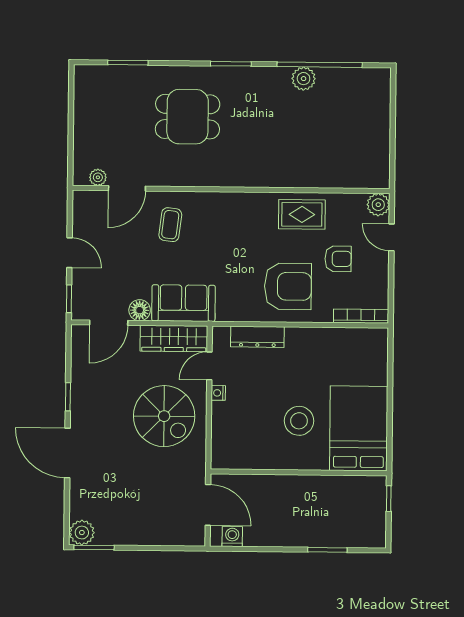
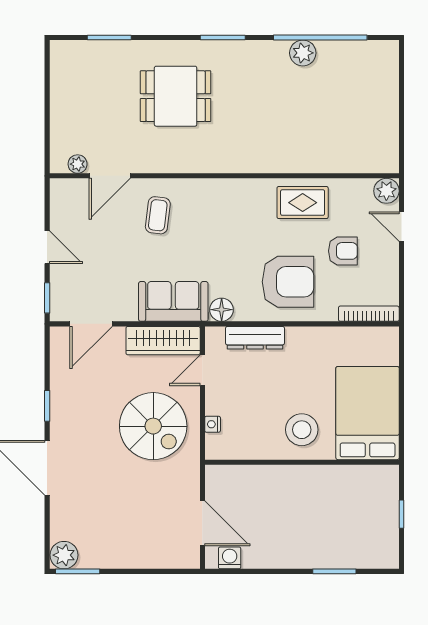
floor lamp: (140, 310) -> (222, 310), moved
nightstand: (218, 393) -> (213, 424), moved
bed: (359, 428) -> (368, 413), moved
wall: (299, 472) -> (302, 462), moved

